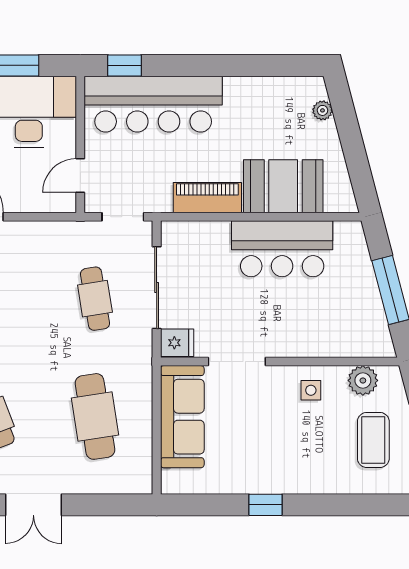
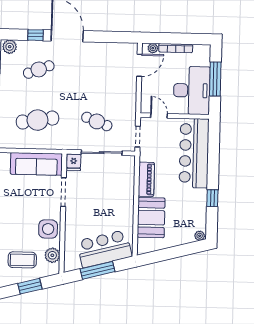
window: (124, 65) -> (212, 198), moved
plant: (322, 110) -> (200, 236), moved
bar counter: (282, 249) -> (104, 249), moved, turned 75
cafe table: (95, 299) -> (97, 121), turned 30
side table: (311, 390) -> (48, 229), width x1.87, depth x1.87

